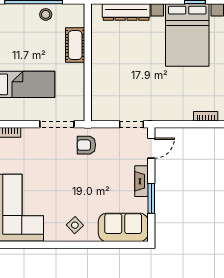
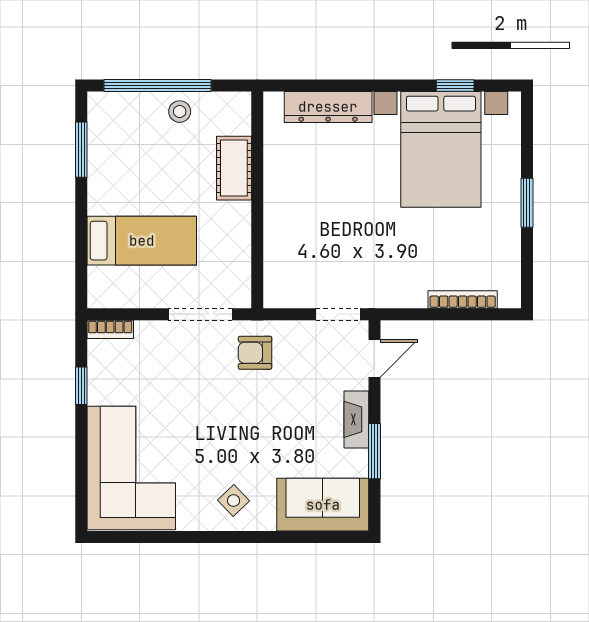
bookcase: (206, 116) -> (463, 300), width x1.56

